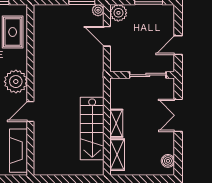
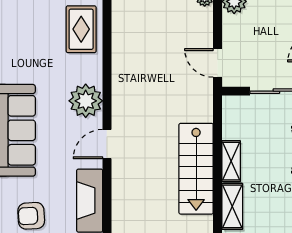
door: (107, 36) -> (218, 63), moved

